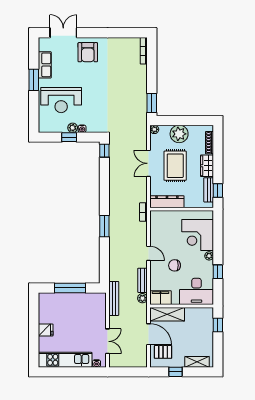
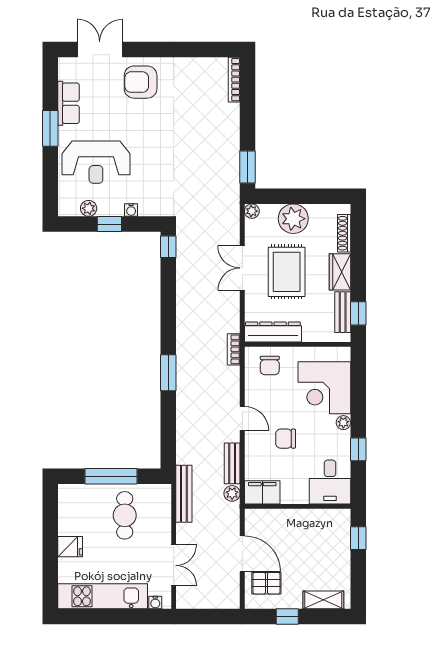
armchair: (88, 52) -> (141, 82), turned 90
plant: (73, 128) -> (89, 208), moved
chair: (165, 222) -> (270, 365), added
desk: (196, 291) -> (330, 482), width x0.73
cafe table: (78, 311) -> (125, 515), added
shelving: (167, 314) -> (273, 520), removed

